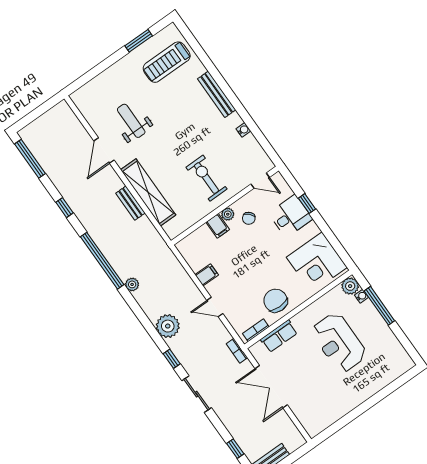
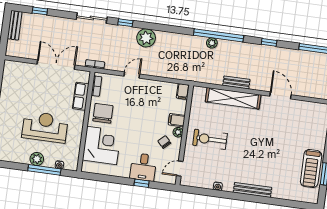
treadmill: (167, 62) -> (311, 169), moved, turned 180
weight bench: (131, 121) -> (283, 127), removed
exercise bike: (206, 178) -> (210, 139), turned 180
corner desk: (317, 262) -> (102, 145), moved, turned 90
filing cabinet: (207, 275) -> (183, 91), moved
plant: (132, 284) -> (212, 43), moved
plant: (350, 286) -> (37, 159), moved
chair: (276, 301) -> (103, 113), turned -90

